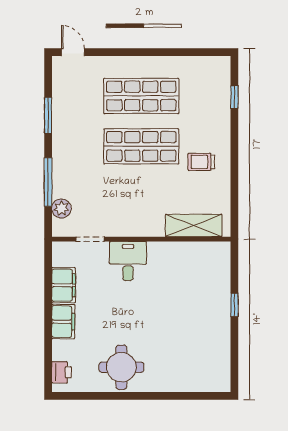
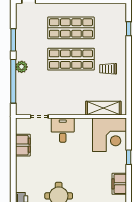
window: (48, 182) -> (13, 81), width x1.46
plant: (61, 208) -> (22, 67), moved
corner desk: (204, 268) -> (110, 135), added
filing cabinet: (63, 322) -> (119, 184), moved, turned 180

